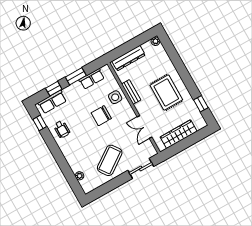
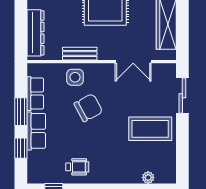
row of seats: (52, 102) -> (36, 131), moved
chair: (101, 116) -> (88, 108), turned -118
coffee table: (110, 160) -> (150, 129), turned -55

